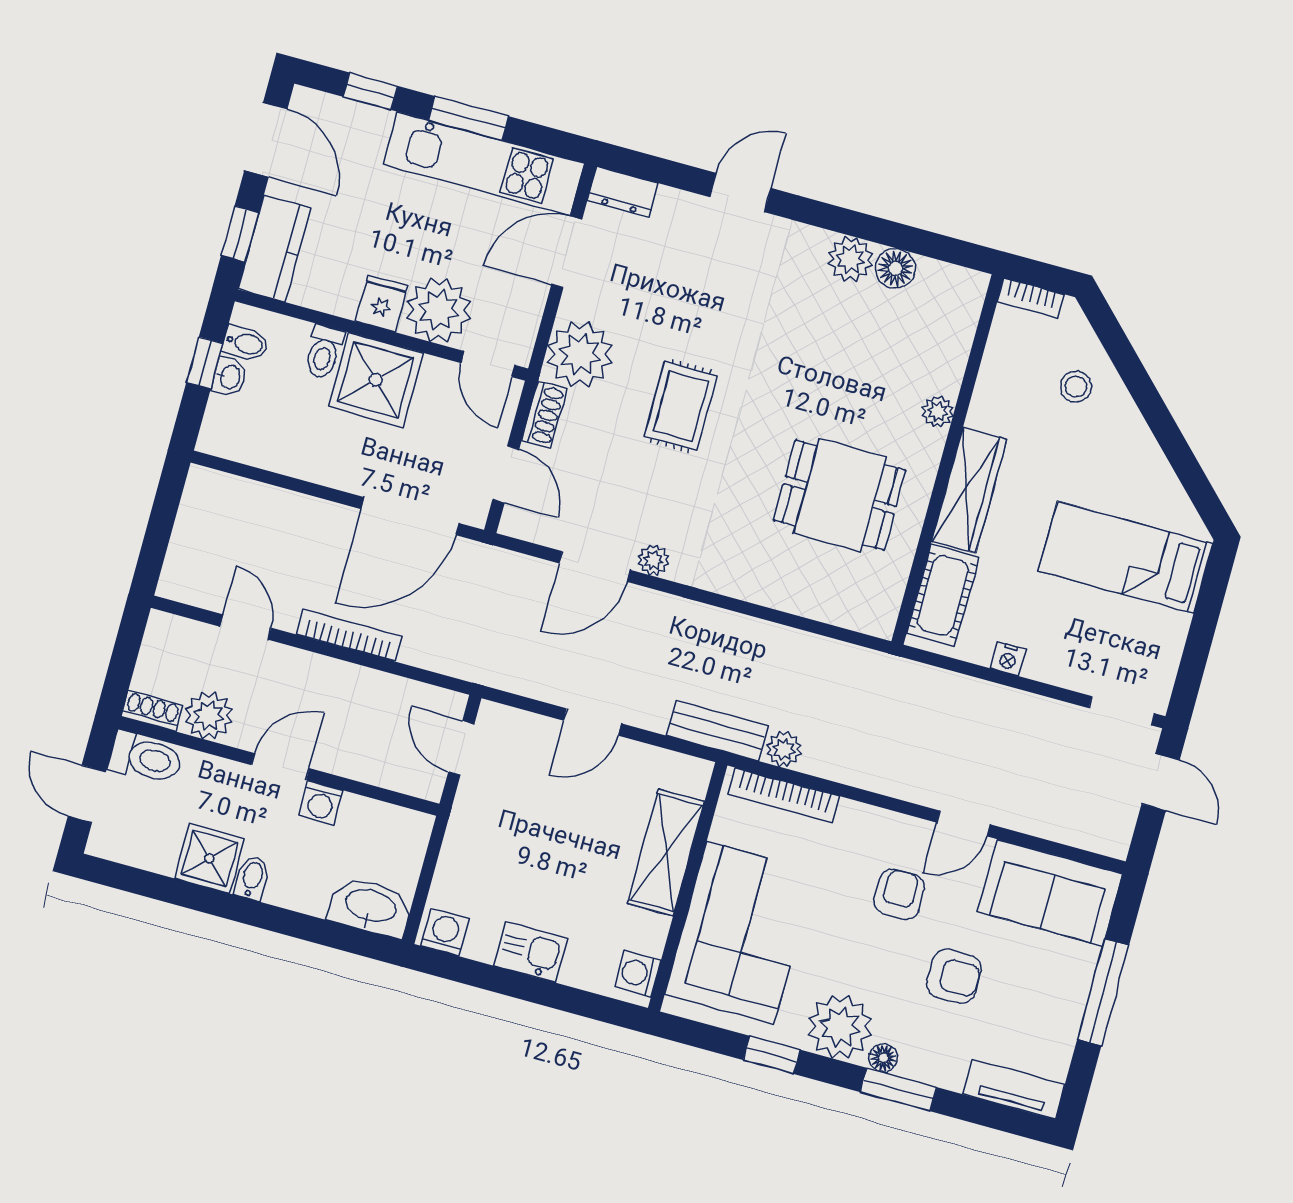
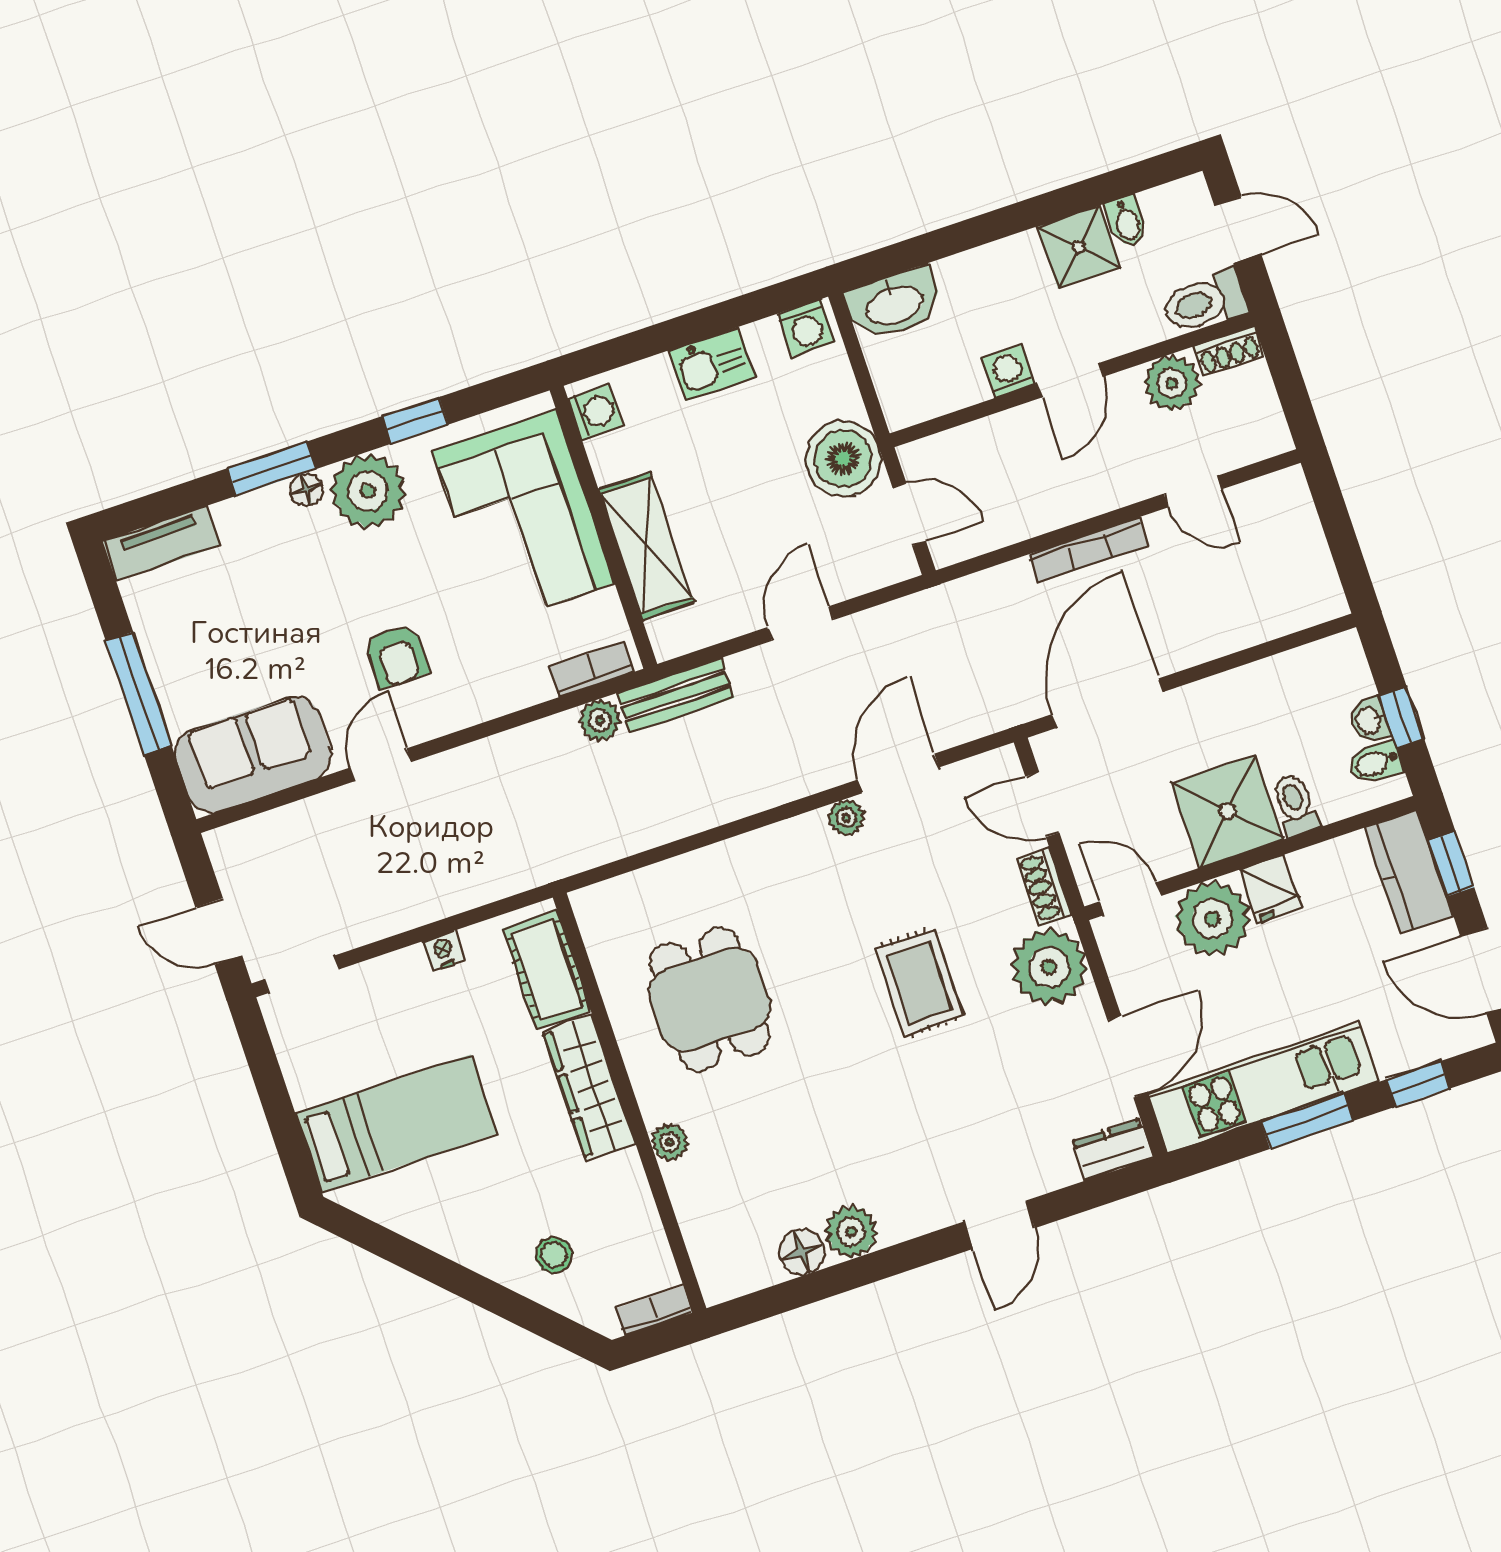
dining table: (840, 495) -> (710, 999), turned 90
bookcase: (784, 795) -> (592, 669), width x0.64
boiler: (482, 820) -> (843, 459), added
bidet: (252, 878) -> (1127, 222), moved
armchair: (954, 976) -> (291, 613), removed

